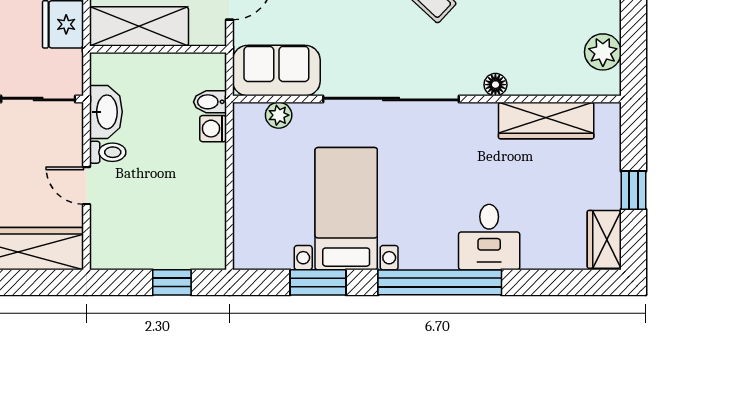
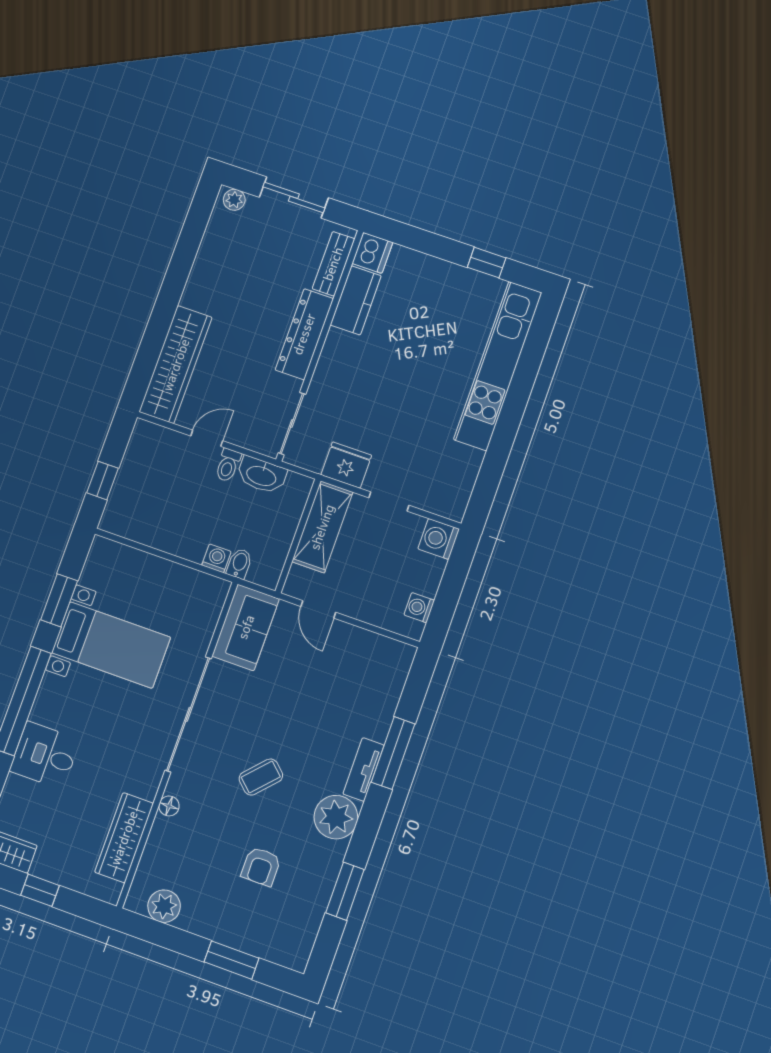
plant: (279, 115) -> (208, 616), removed

